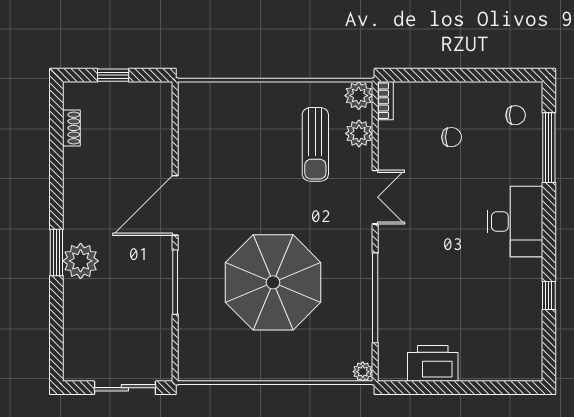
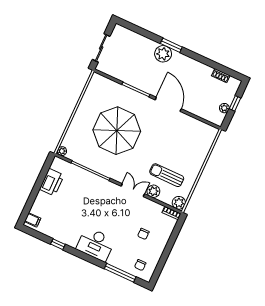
plant: (132, 92) -> (224, 108), added
plant: (359, 133) -> (153, 191), moved
double door: (375, 197) -> (133, 190), swing flipped
filing cabinet: (524, 367) -> (33, 220), added

